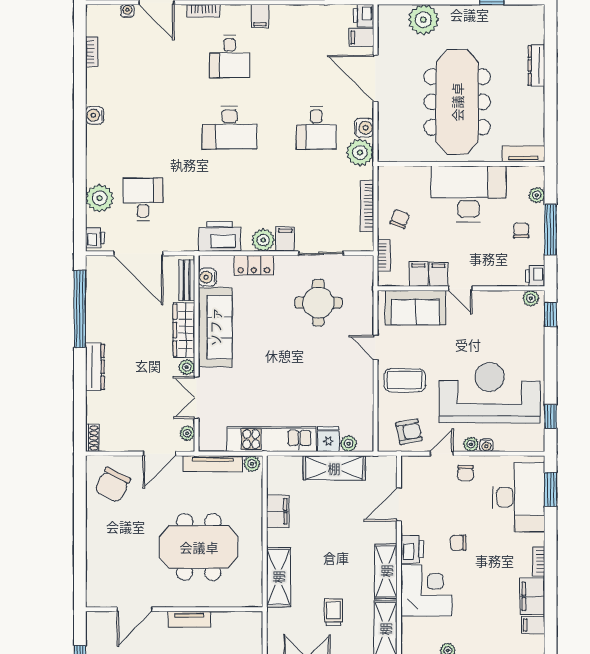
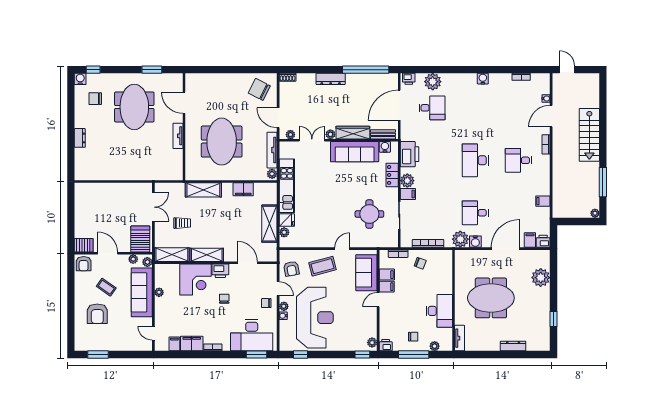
filing cabinet: (260, 16) -> (543, 201), moved
meeting table: (457, 102) -> (491, 298), width x0.73
desk: (468, 194) -> (439, 311), width x0.73, depth x0.77
coffee table: (405, 380) -> (323, 266), turned 75

